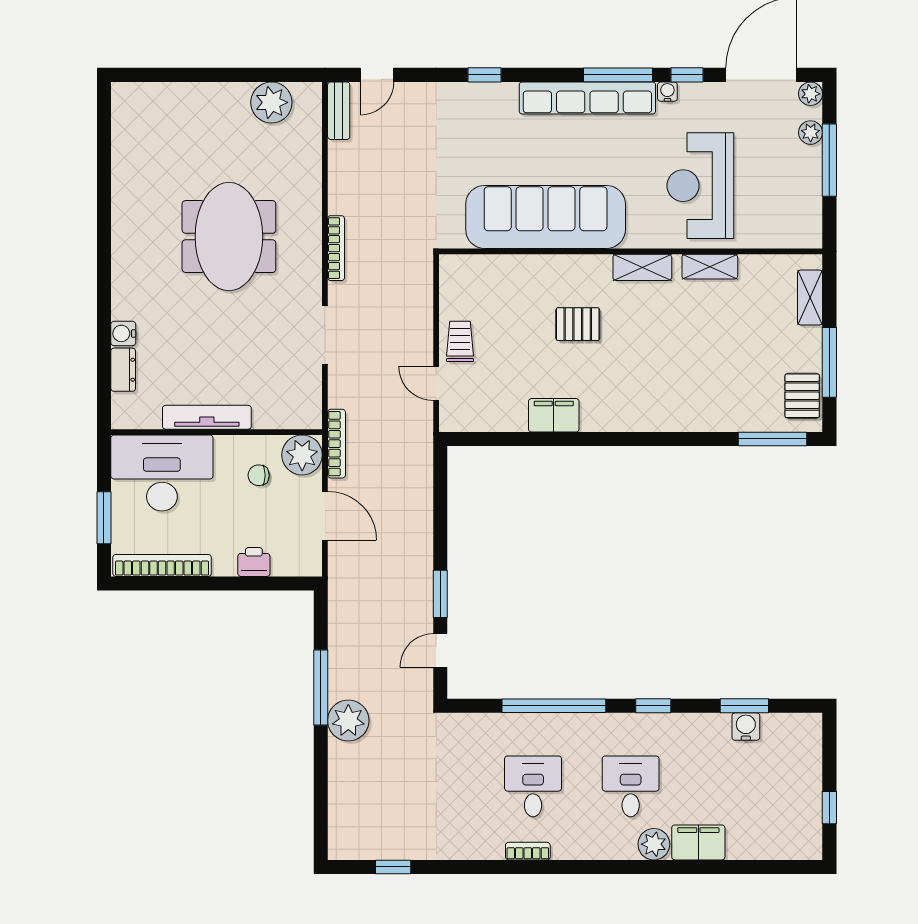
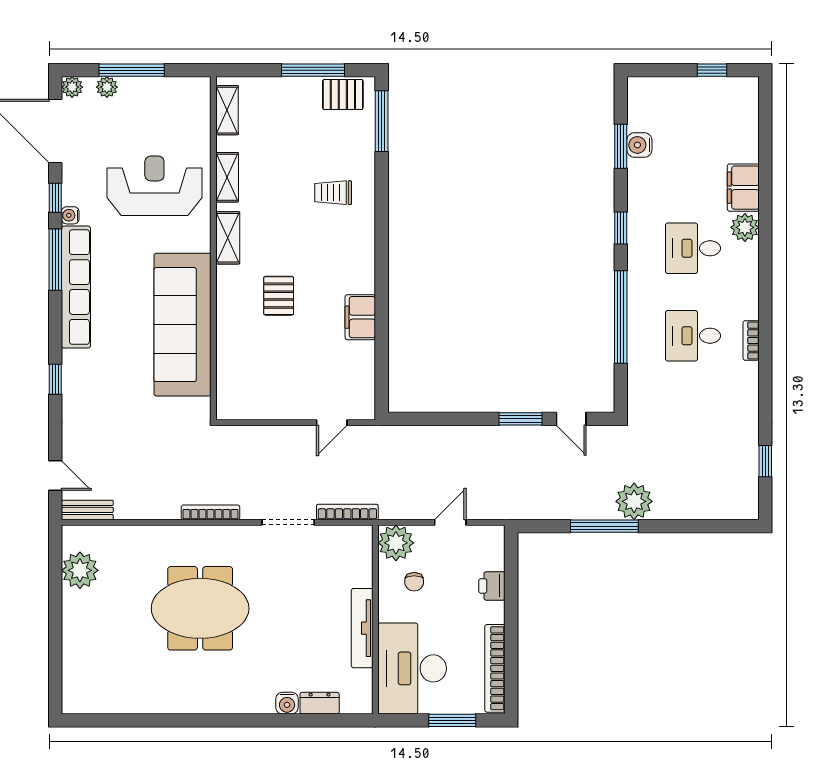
reception desk: (700, 186) -> (154, 186), turned 180
shelving: (810, 298) -> (227, 110), moved, turned 90
trolley: (460, 341) -> (333, 193), moved
bookcase: (337, 444) -> (347, 512), moved
door: (325, 516) -> (450, 522), width x0.73

